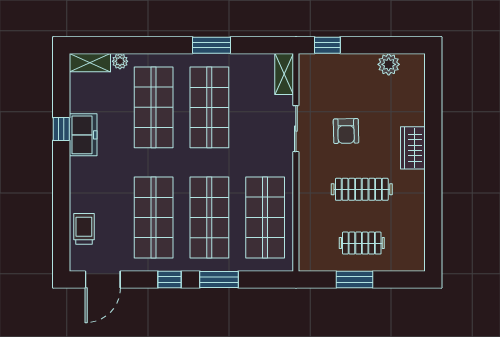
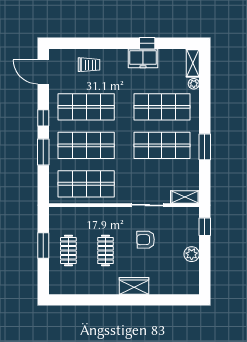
plant: (389, 64) -> (192, 254), moved
clothes rail: (362, 189) -> (105, 251), width x0.73
trolley: (84, 229) -> (89, 65), moved

